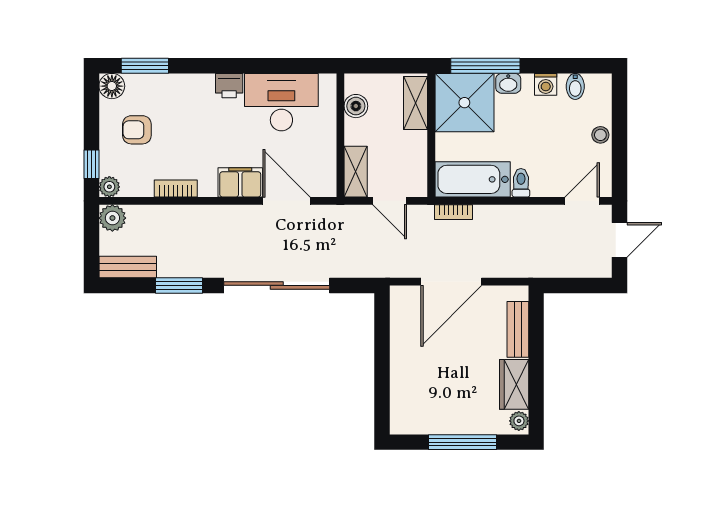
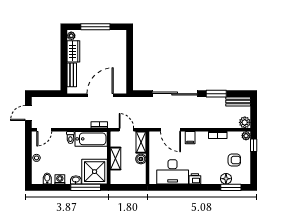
floor lamp: (112, 86) -> (226, 179), moved
shelving: (416, 103) -> (115, 159), moved
boiler: (356, 106) -> (141, 159), moved
filing cabinet: (240, 182) -> (190, 138), width x0.50

